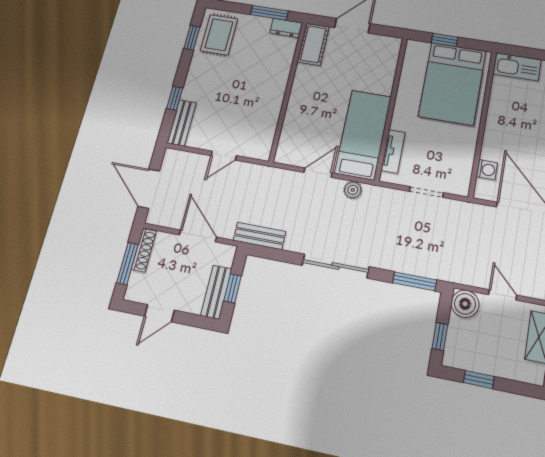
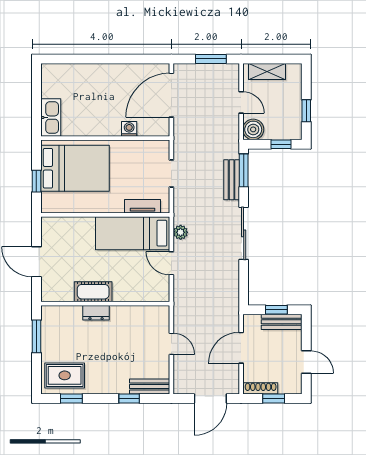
dresser: (286, 28) -> (96, 313), moved, turned 90
cot: (313, 44) -> (93, 292), moved
washing machine: (487, 170) -> (129, 129), moved
bench: (259, 236) -> (232, 180), moved
window: (127, 264) -> (274, 399), width x0.67
door: (503, 295) -> (241, 102), swing flipped

